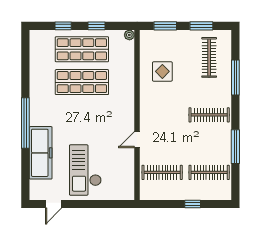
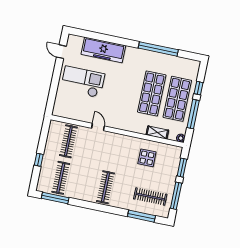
window: (97, 26) -> (193, 114), width x2.17
window: (201, 26) -> (176, 196), width x1.44
shelving: (128, 65) -> (157, 133), added
window: (235, 77) -> (141, 216), moved
window: (25, 123) -> (158, 49), moved
window: (235, 147) -> (55, 198), moved

